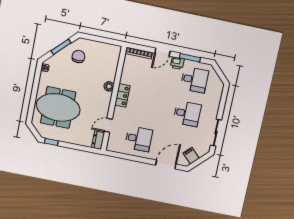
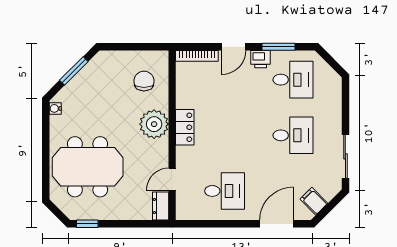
chair: (78, 57) -> (144, 81), moved
plant: (109, 86) -> (154, 124), width x1.88, depth x1.88

